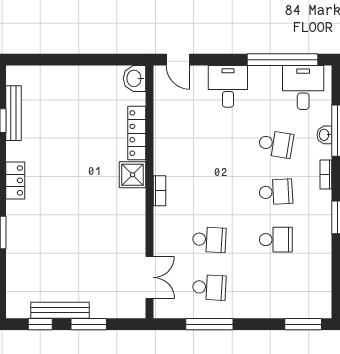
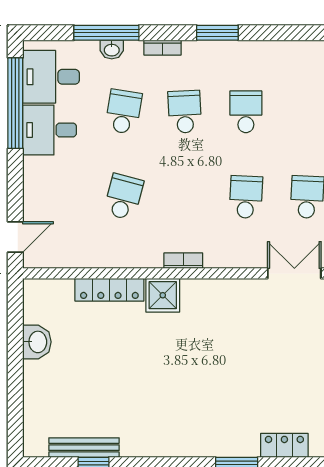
washbasin: (135, 78) -> (37, 342), moved, turned -90
desk: (228, 86) -> (50, 130), moved
school desk: (209, 144) -> (124, 197), added
locker: (15, 180) -> (284, 445), moved

